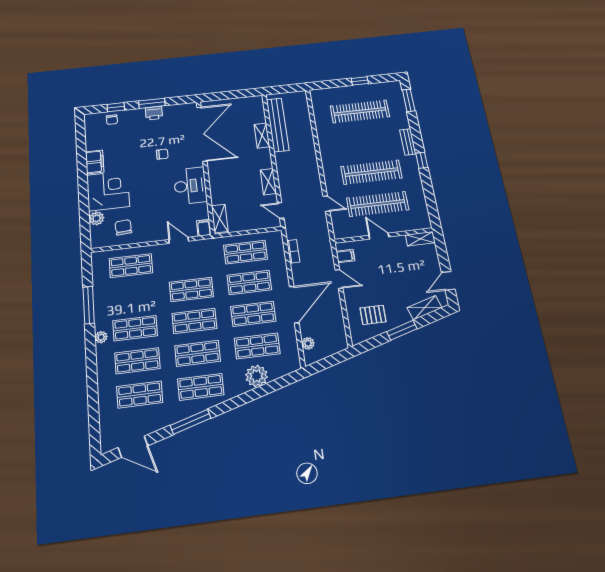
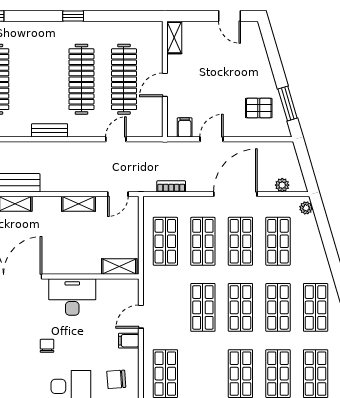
bench: (408, 142) -> (50, 130), moved
chair: (162, 154) -> (47, 346), moved
filing cabinet: (204, 228) -> (129, 341), moved
door: (294, 305) -> (235, 194), hinge flipped
shelving: (424, 308) -> (258, 49), removed
pallet: (373, 315) -> (259, 108), turned 90
window: (402, 330) -> (288, 104), moved
plant: (257, 376) -> (306, 208), moved, width x0.53, depth x0.53

